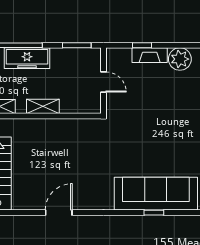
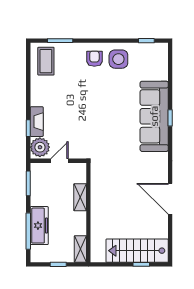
plant: (180, 59) -> (40, 147), moved
shelving: (43, 106) -> (80, 197), moved
door: (59, 213) -> (170, 199), width x1.36

